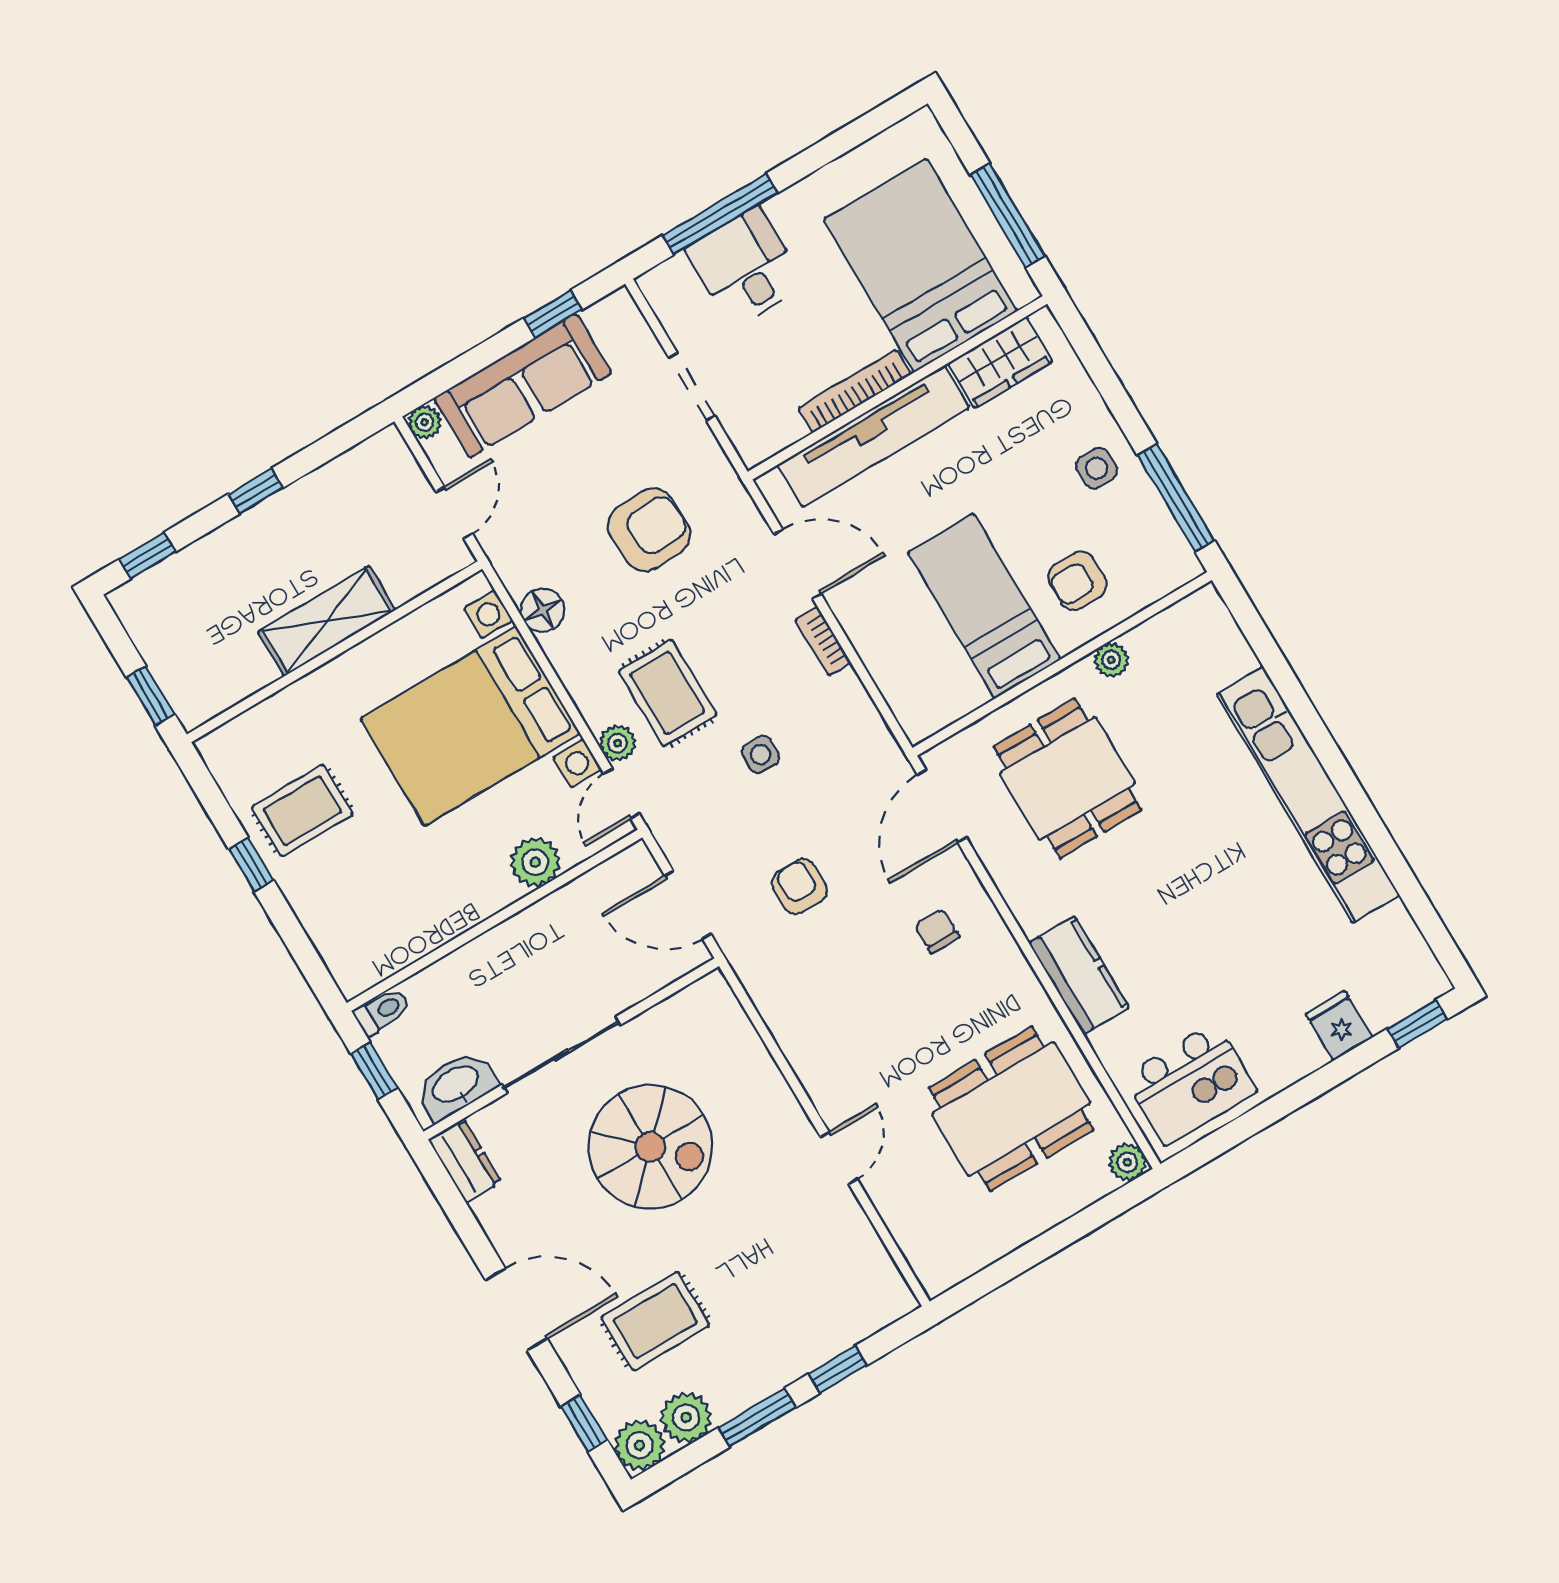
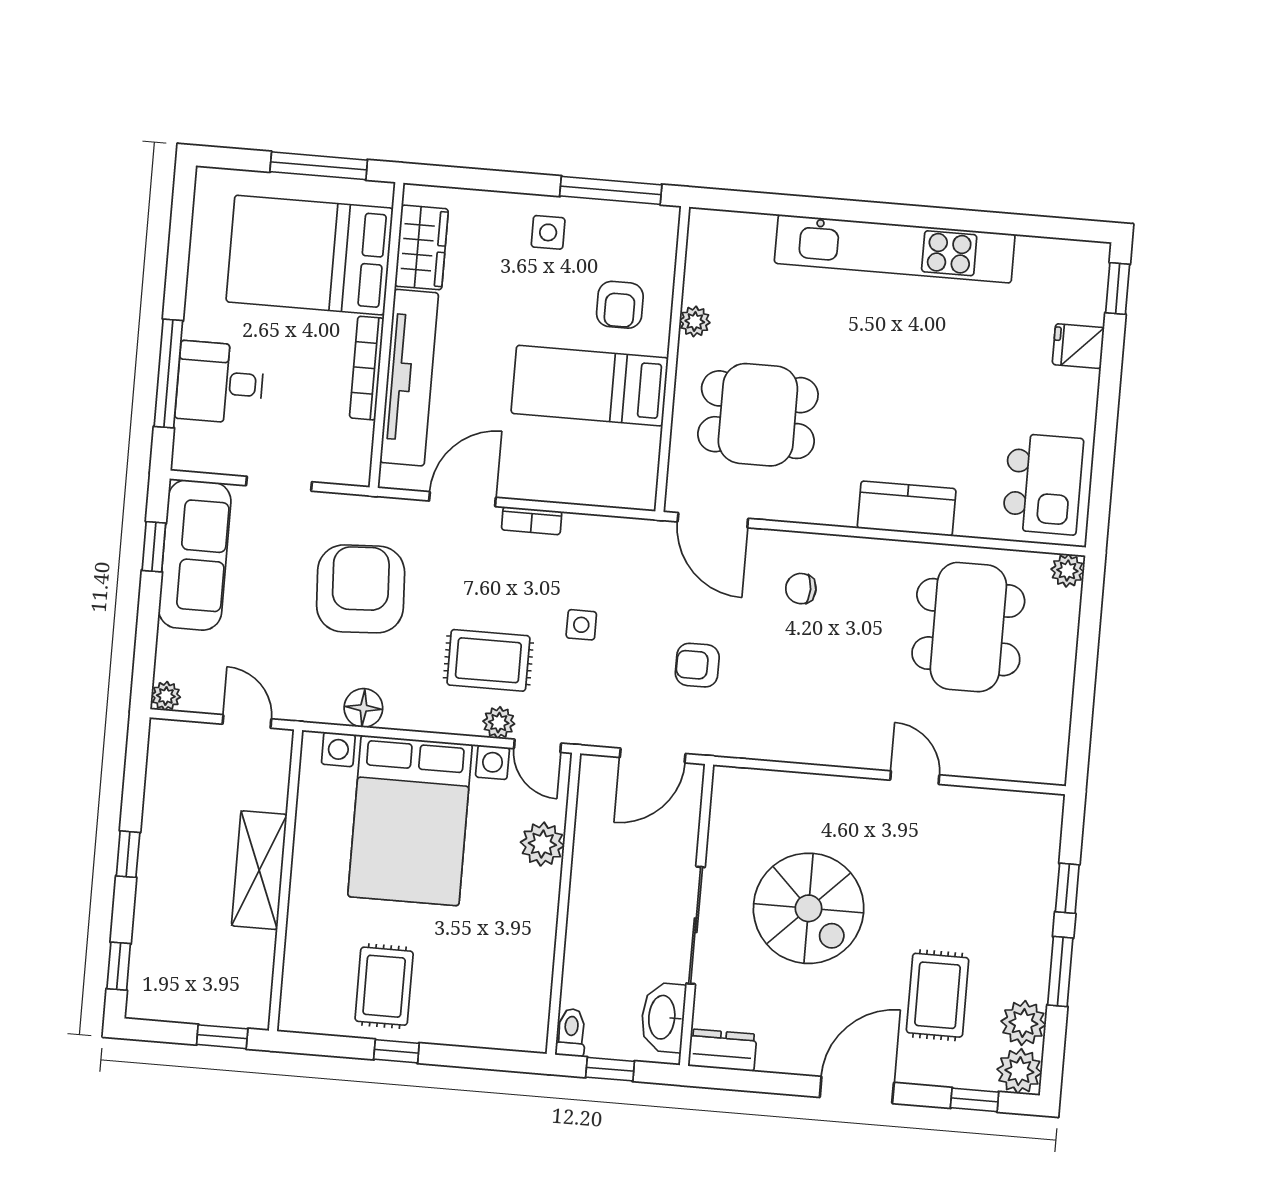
sofa: (523, 386) -> (195, 555), moved
armchair: (649, 530) -> (361, 589), width x1.36, depth x1.36
spiral stairs: (650, 1147) -> (809, 908), turned 90

